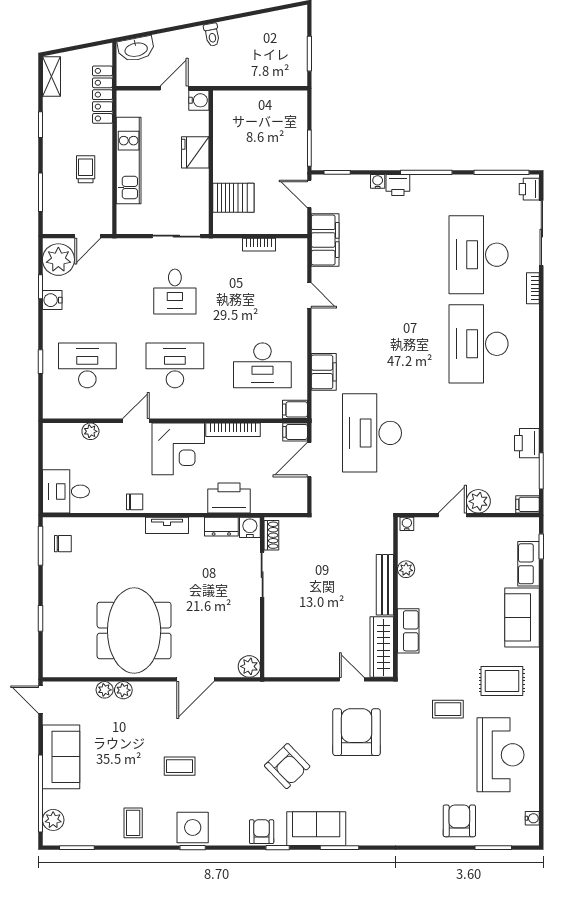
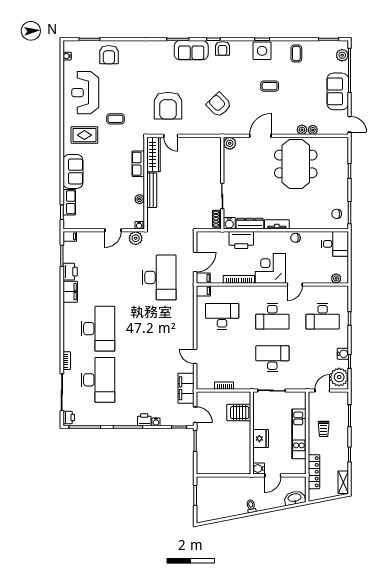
desk: (175, 292) -> (272, 359), width x1.37
filing cabinet: (324, 372) -> (70, 292), moved, turned 180
plant: (90, 431) -> (336, 278), moved
plant: (478, 501) -> (136, 238), moved
dresser: (221, 527) -> (250, 224), width x1.44
armchair: (287, 766) -> (219, 105), moved

